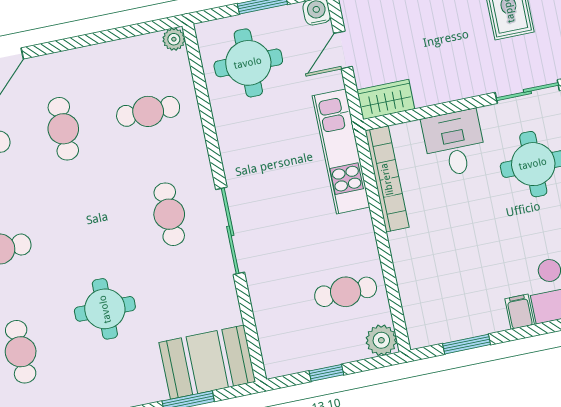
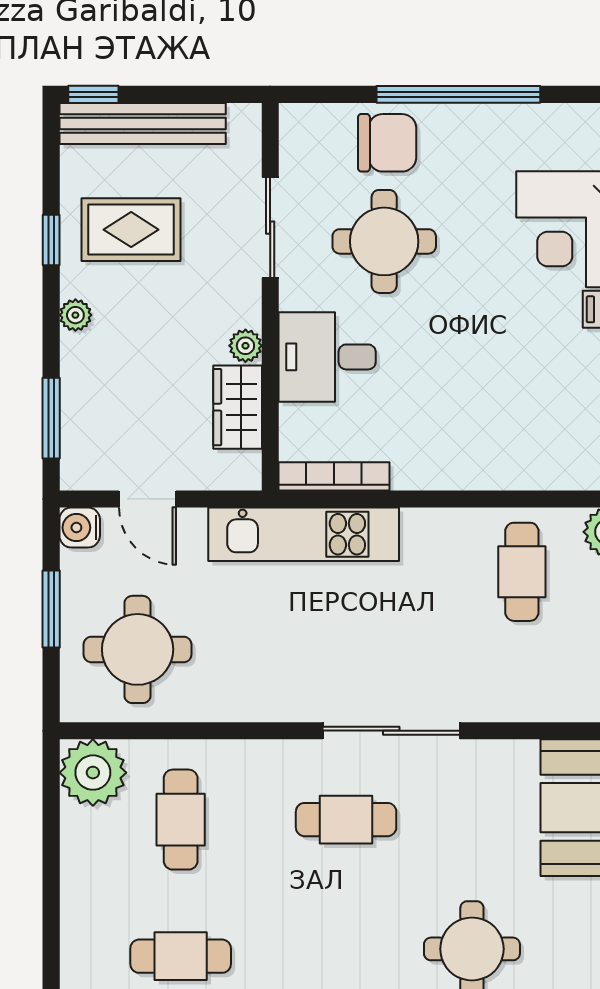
plant: (174, 39) -> (93, 773), width x1.88, depth x1.88
plant: (451, 91) -> (245, 346), added
wardrobe: (386, 100) -> (238, 407), moved
bookcase: (387, 179) -> (334, 476), width x0.68, depth x0.76

